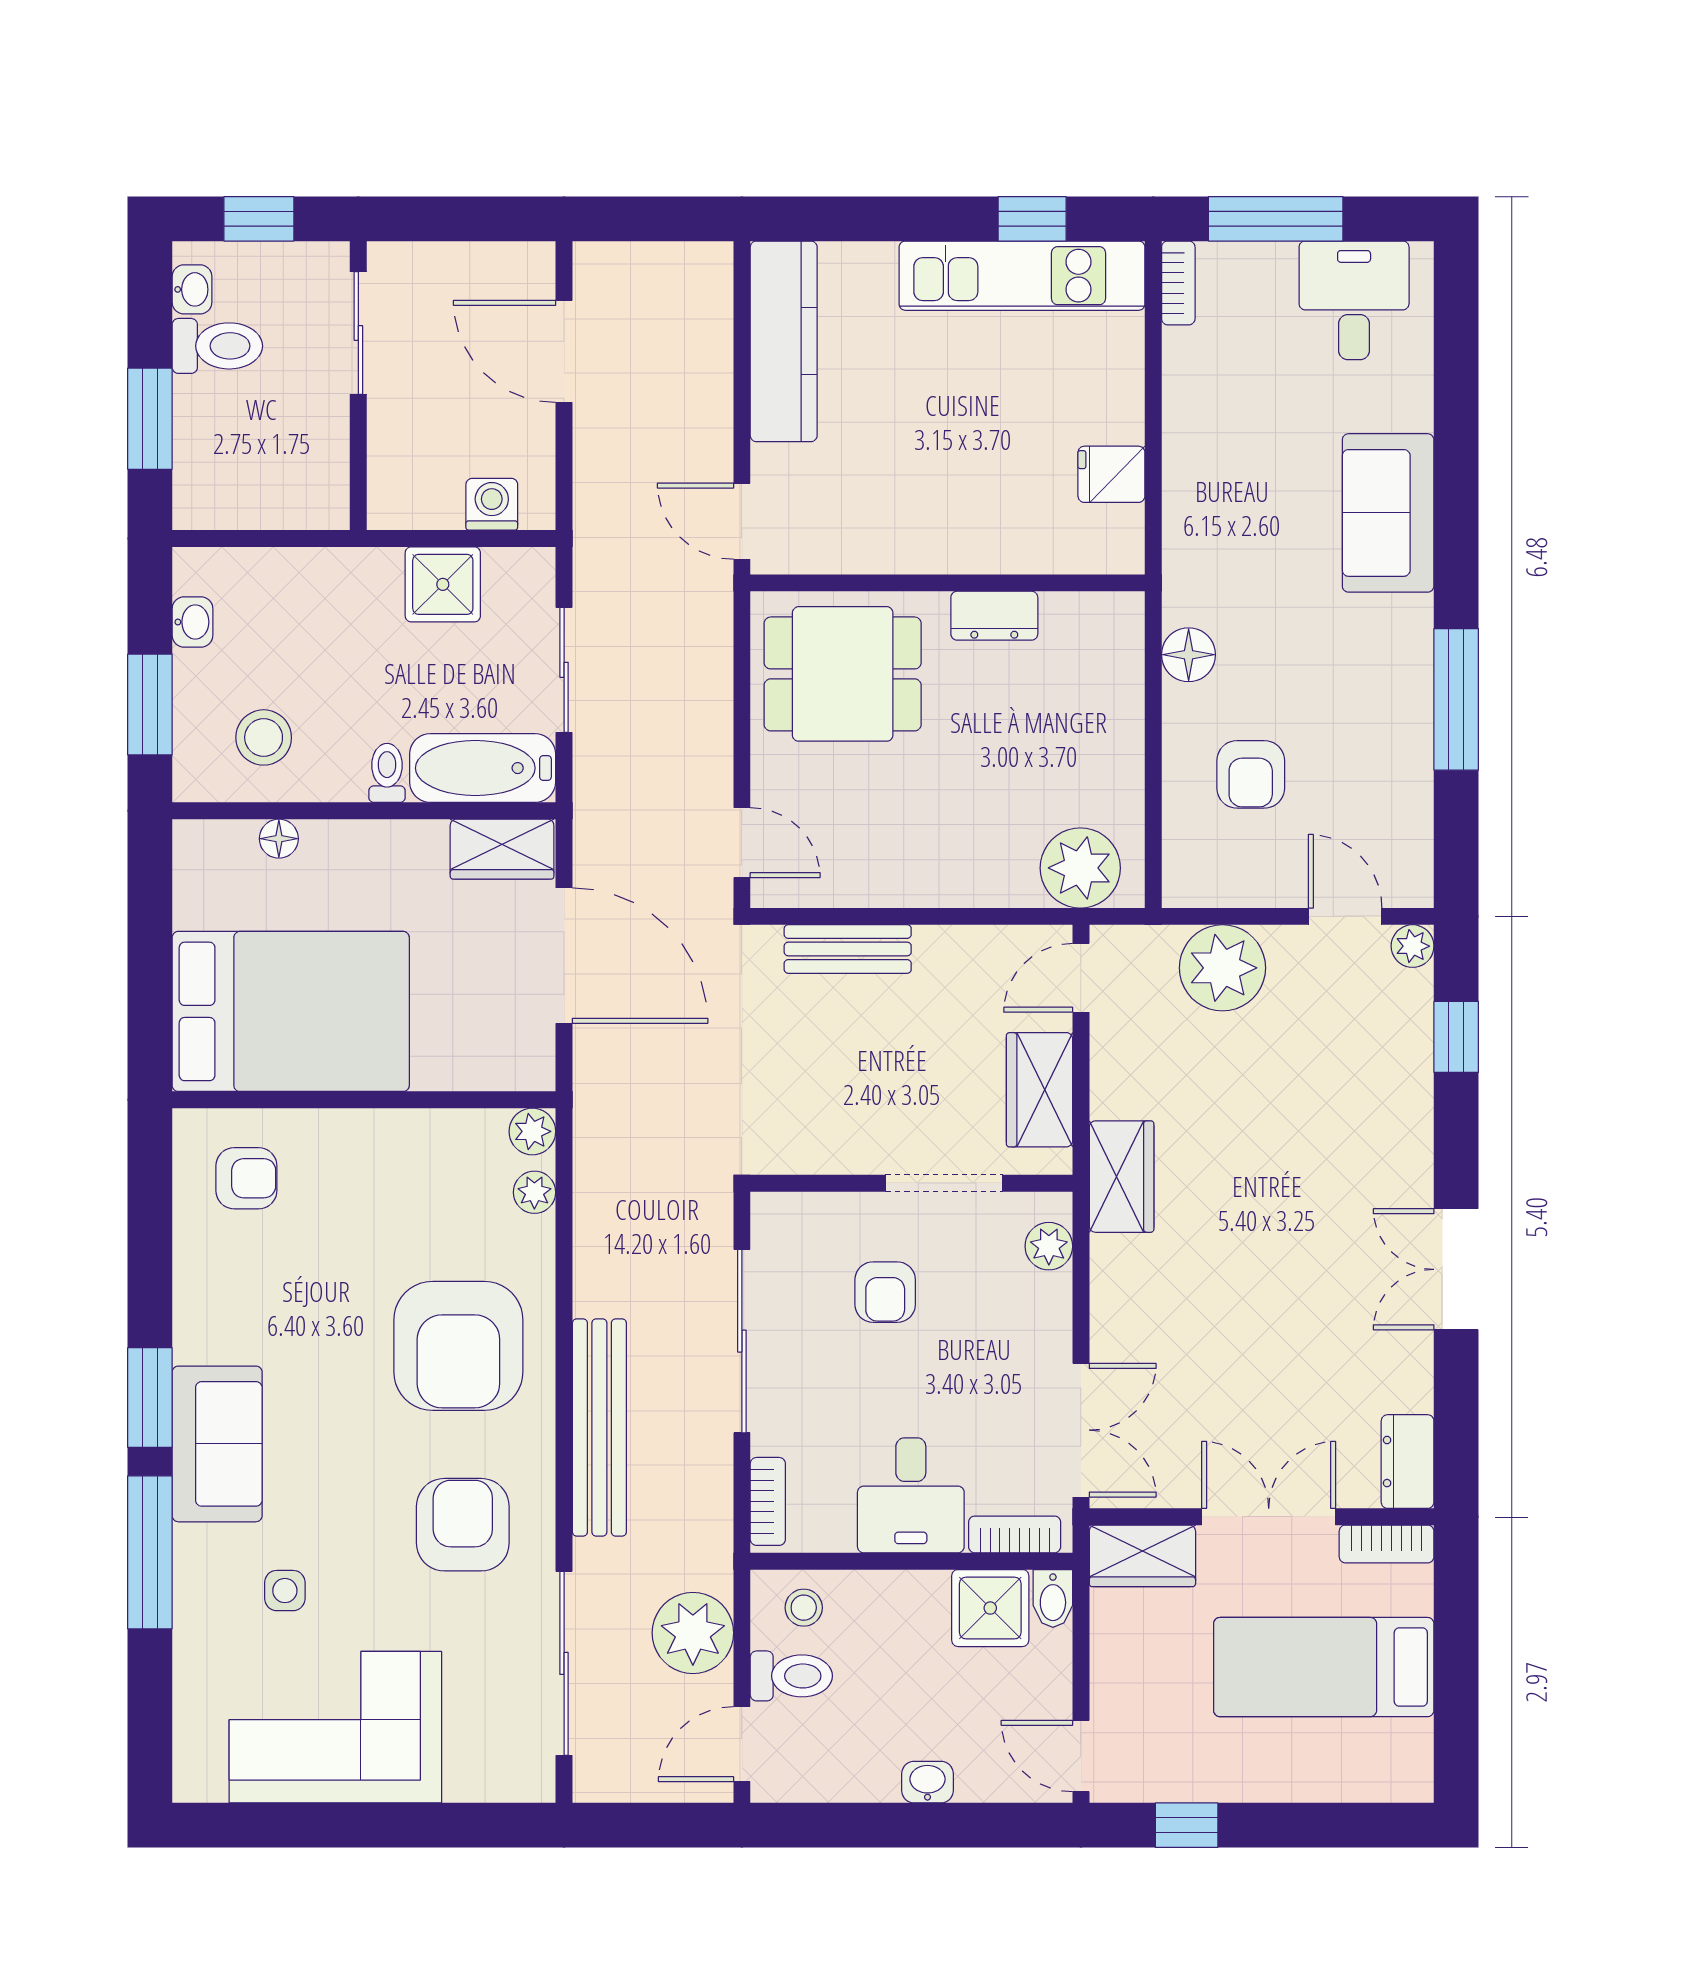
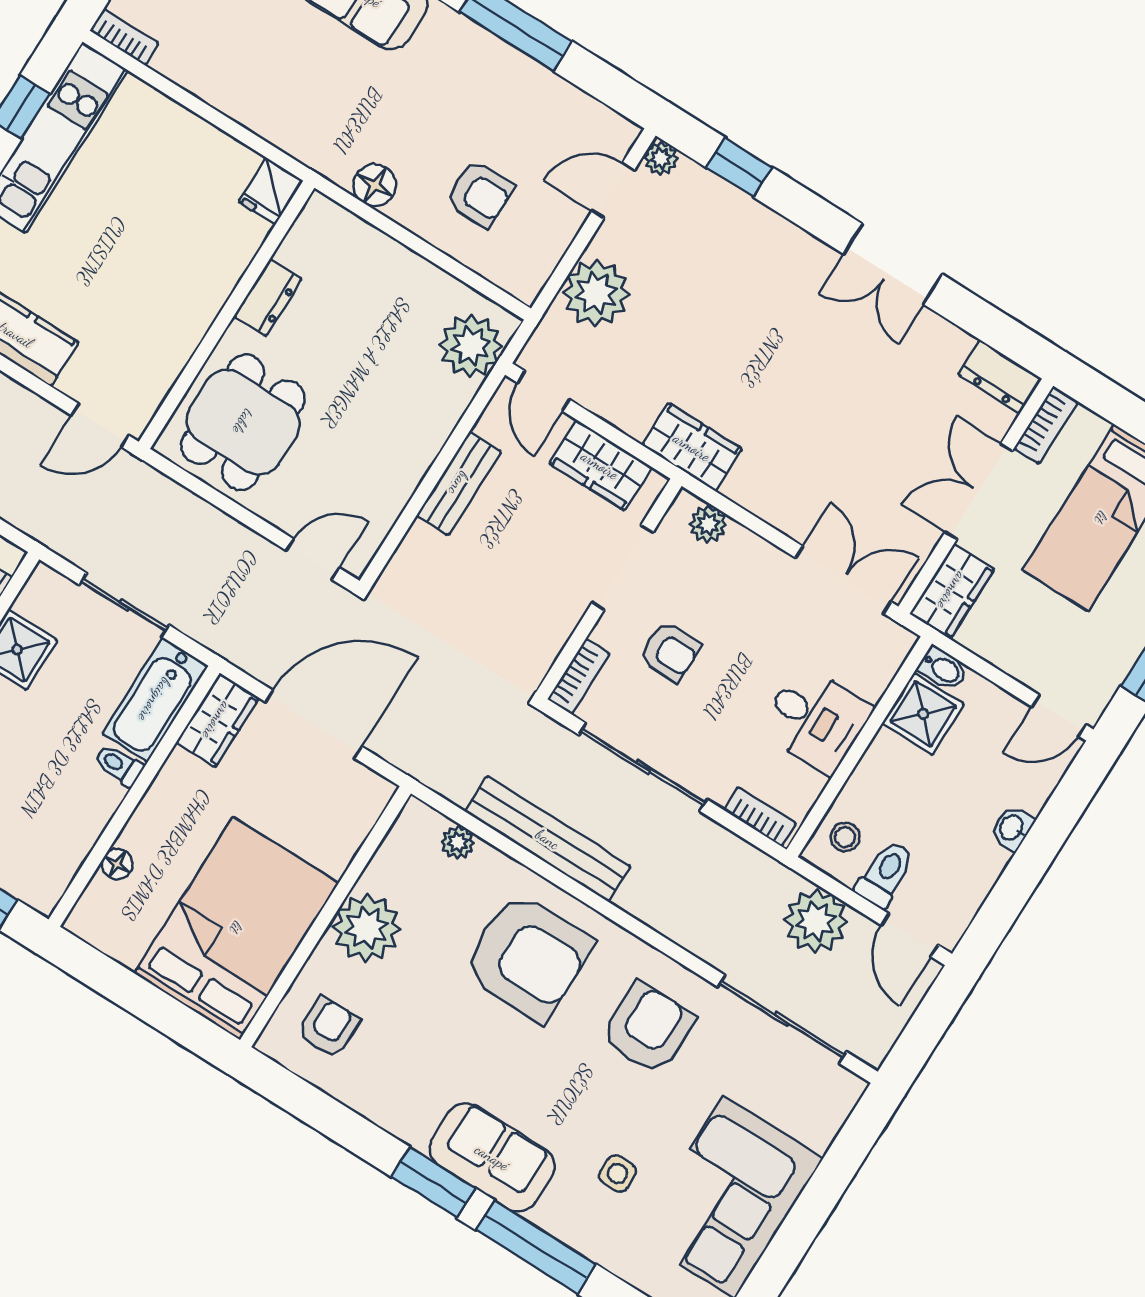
fridge: (1111, 474) -> (271, 191), moved
stool: (264, 737) -> (44, 832), removed
bench: (848, 949) -> (459, 484), moved
plant: (532, 1131) -> (367, 928), moved, width x1.88, depth x1.88
bench: (599, 1427) -> (548, 839), moved
armchair: (463, 1525) -> (648, 1028), turned 90
bookcase: (1015, 1534) -> (579, 676), moved, turned 180

